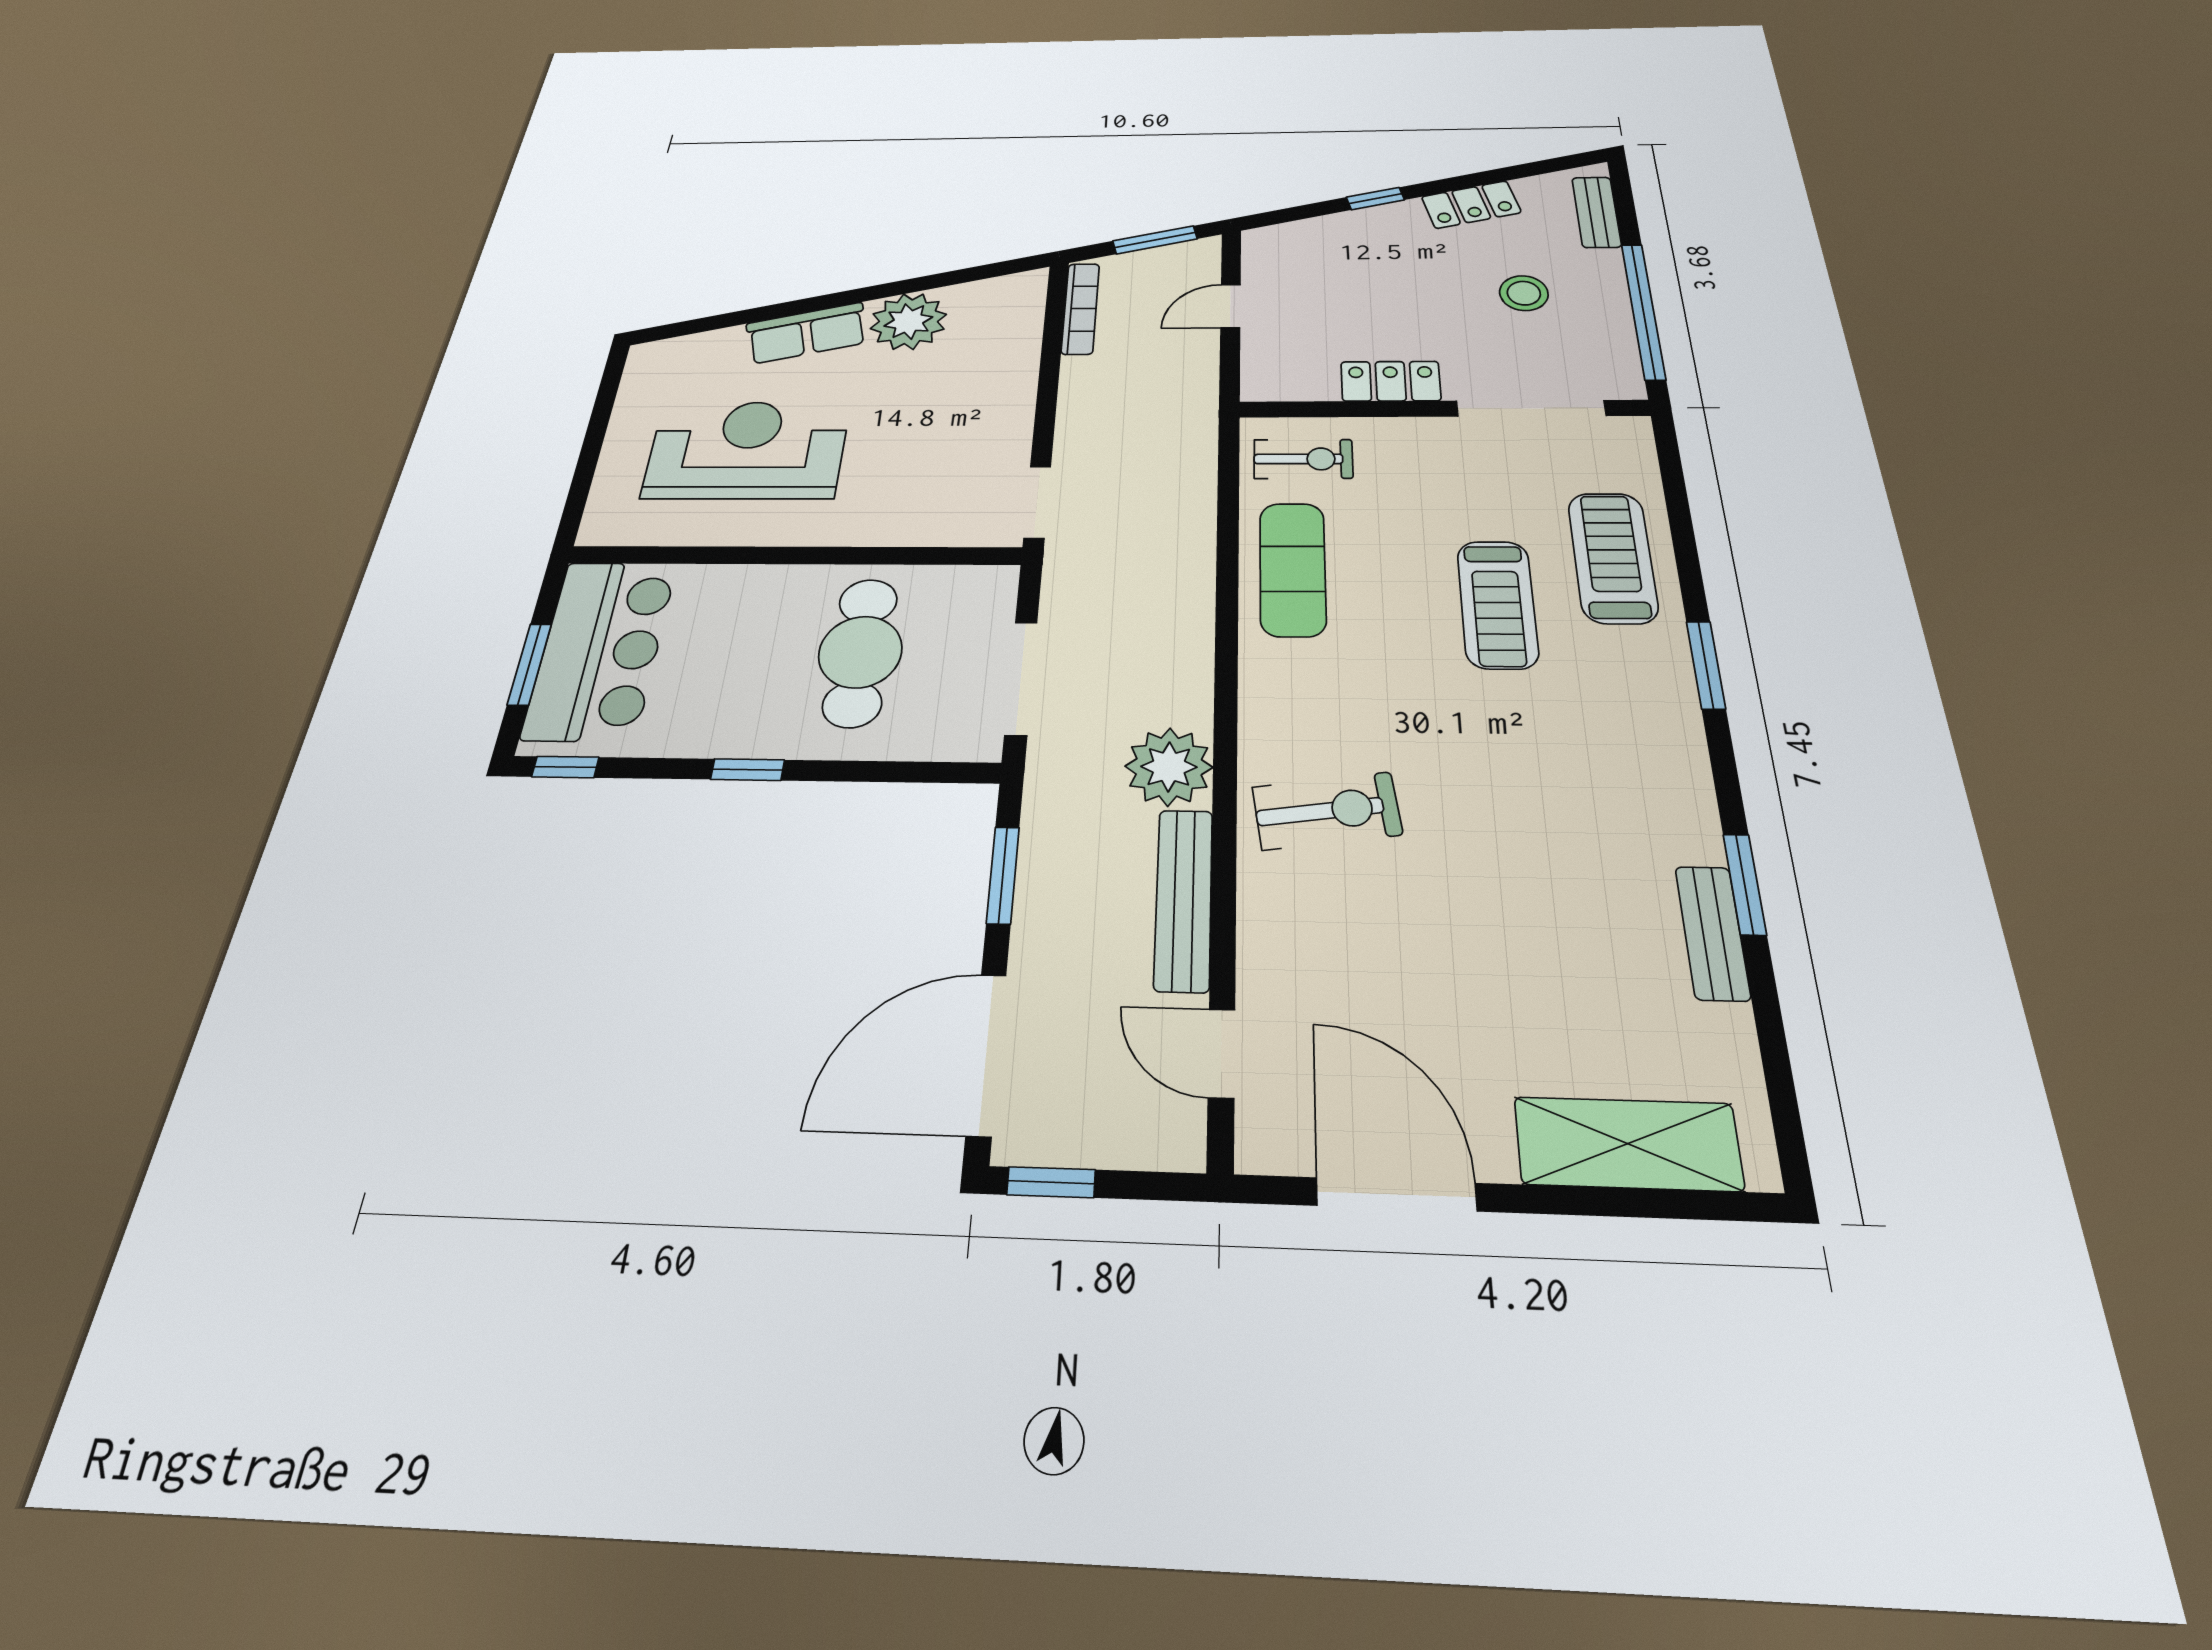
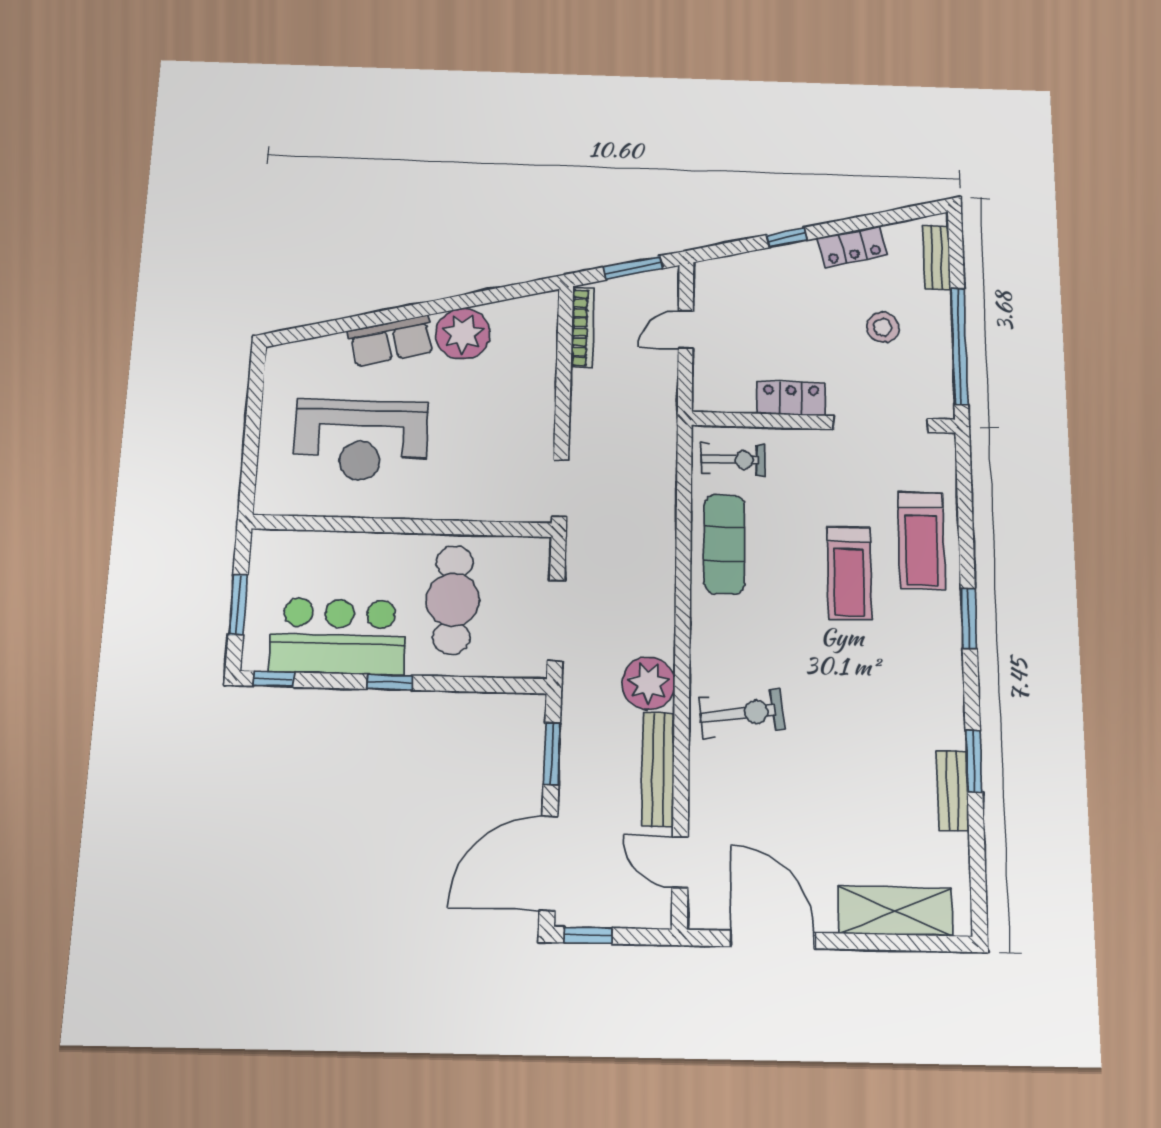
reception desk: (747, 450) -> (361, 440), turned 180
treadmill: (1613, 557) -> (921, 540), turned 180
bar counter: (601, 650) -> (338, 636), moved, turned -90

